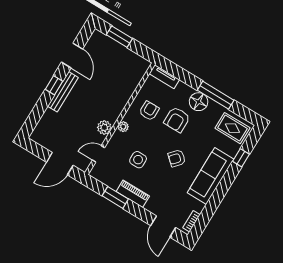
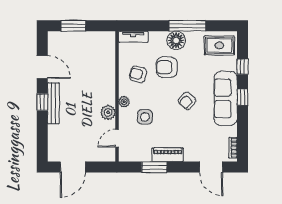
armchair: (149, 111) -> (138, 74), turned -77
armchair: (177, 120) -> (167, 67), turned 90
side table: (138, 160) -> (145, 117), moved
door: (60, 164) -> (73, 167), moved
window: (225, 184) -> (243, 97), added

